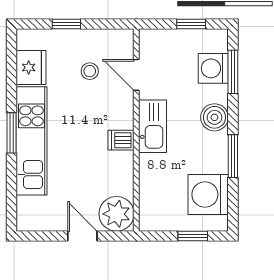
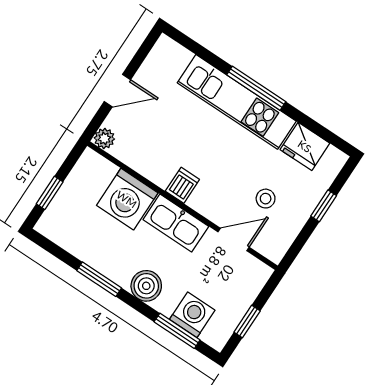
window: (11, 133) -> (256, 88), width x1.44
washing machine: (208, 195) -> (127, 199), moved, turned 180
plant: (117, 214) -> (104, 138), width x0.53, depth x0.53

